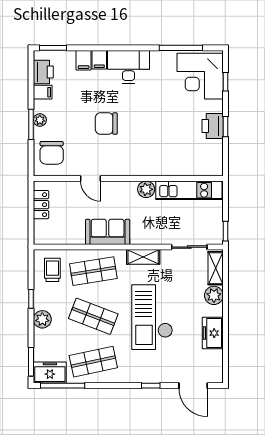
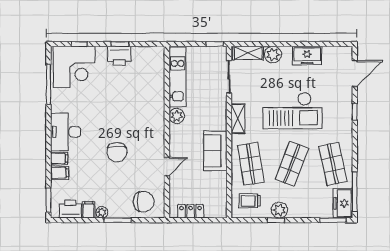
plant: (40, 120) -> (102, 212), moved
plant: (42, 319) -> (279, 210), moved

